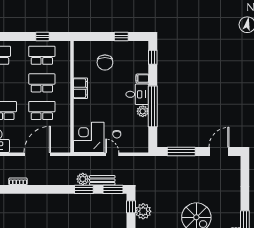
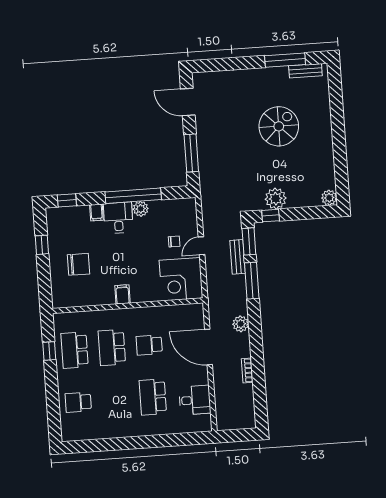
filing cabinet: (81, 88) -> (123, 294), width x0.50
school desk: (42, 110) -> (149, 345), width x0.54
plant: (83, 179) -> (241, 324), moved
window: (84, 189) -> (252, 281), width x1.44

